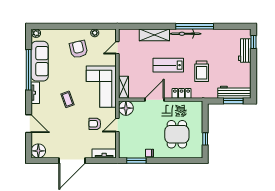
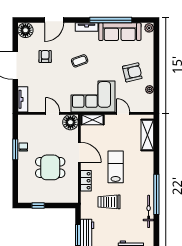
bicycle: (186, 34) -> (149, 211), moved
shelving: (154, 35) -> (147, 135), moved
door: (117, 48) -> (123, 113), moved
armchair: (95, 124) -> (45, 57), moved
dining table: (177, 134) -> (50, 167), moved
window: (136, 161) -> (15, 149), moved

